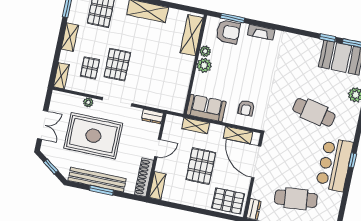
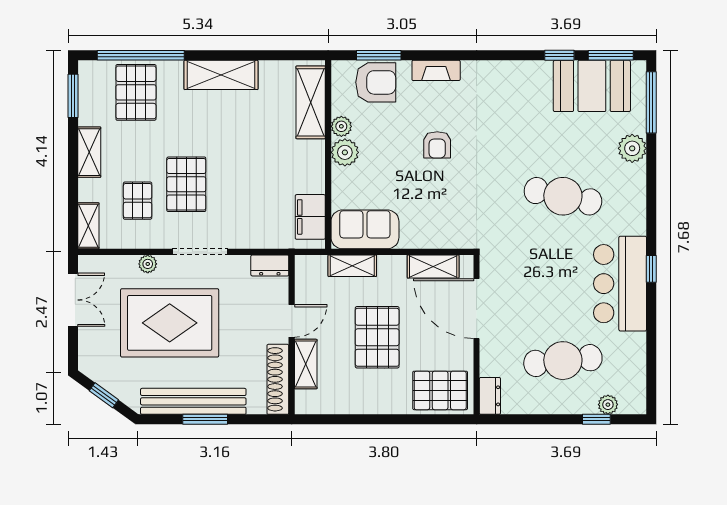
filing cabinet: (179, 95) -> (310, 217), added
armchair: (246, 108) -> (437, 145), moved
double door: (43, 125) -> (73, 300), moved
shelving: (158, 186) -> (306, 364), moved

